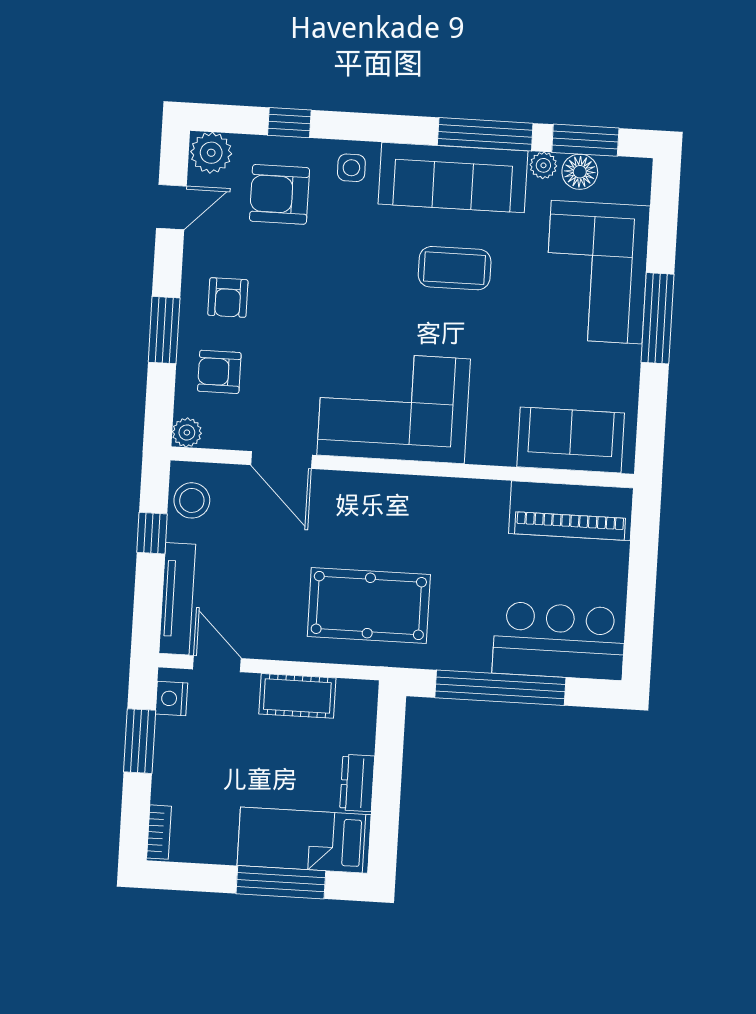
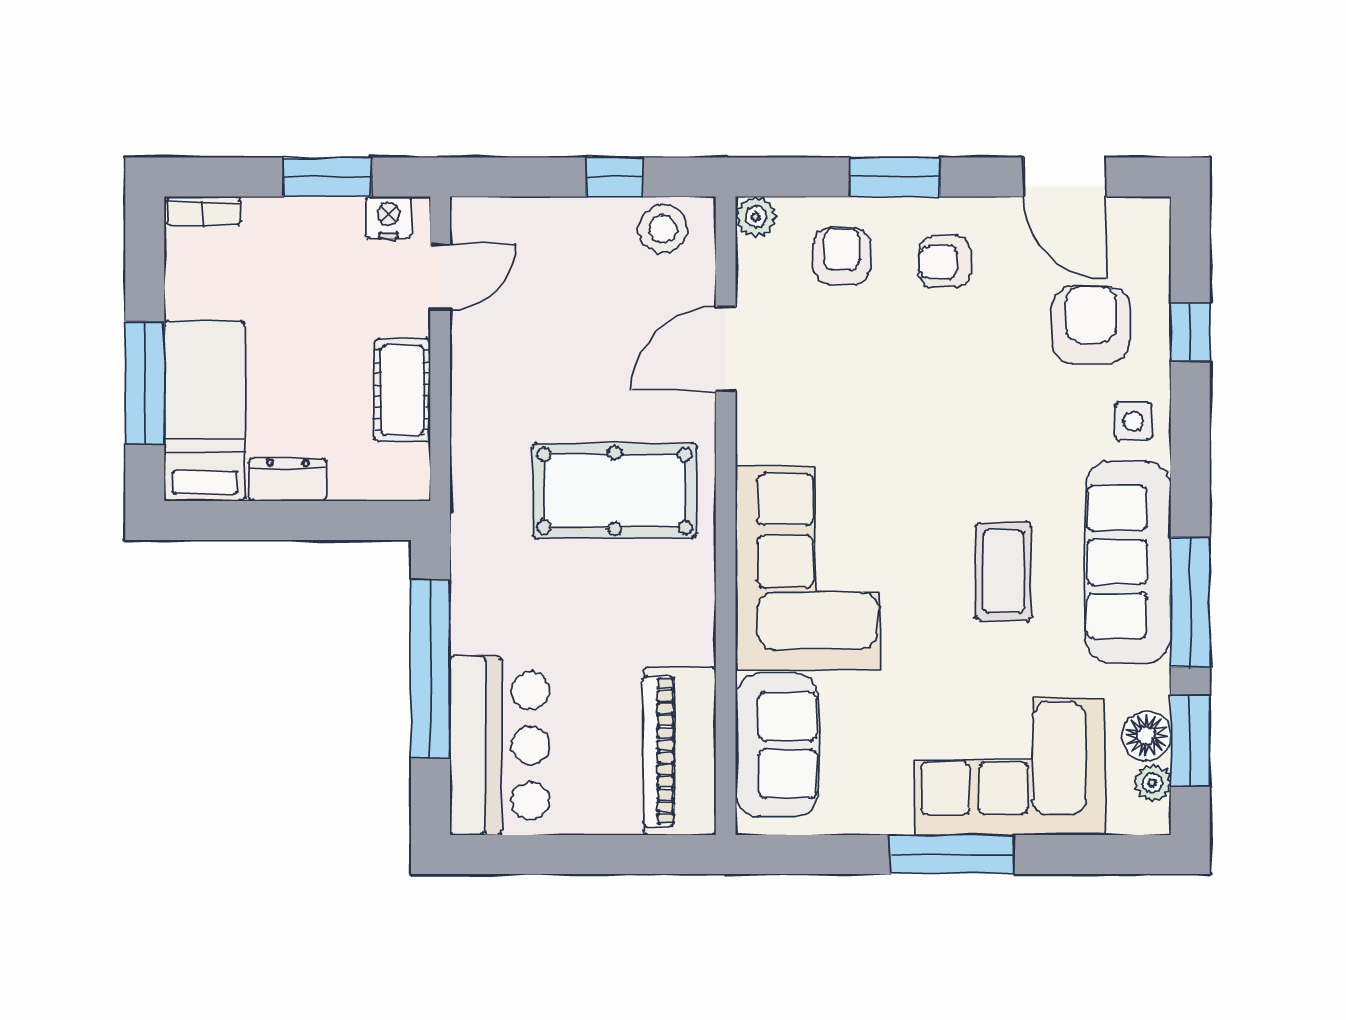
plant: (211, 153) -> (1143, 227), removed
plant: (543, 165) -> (1152, 783), moved
door: (171, 207) -> (1065, 177), width x1.37
corner sofa: (394, 407) -> (808, 568), moved
tv unit: (177, 599) -> (526, 217), removed
pool table: (369, 605) -> (615, 491), moved, turned 90

